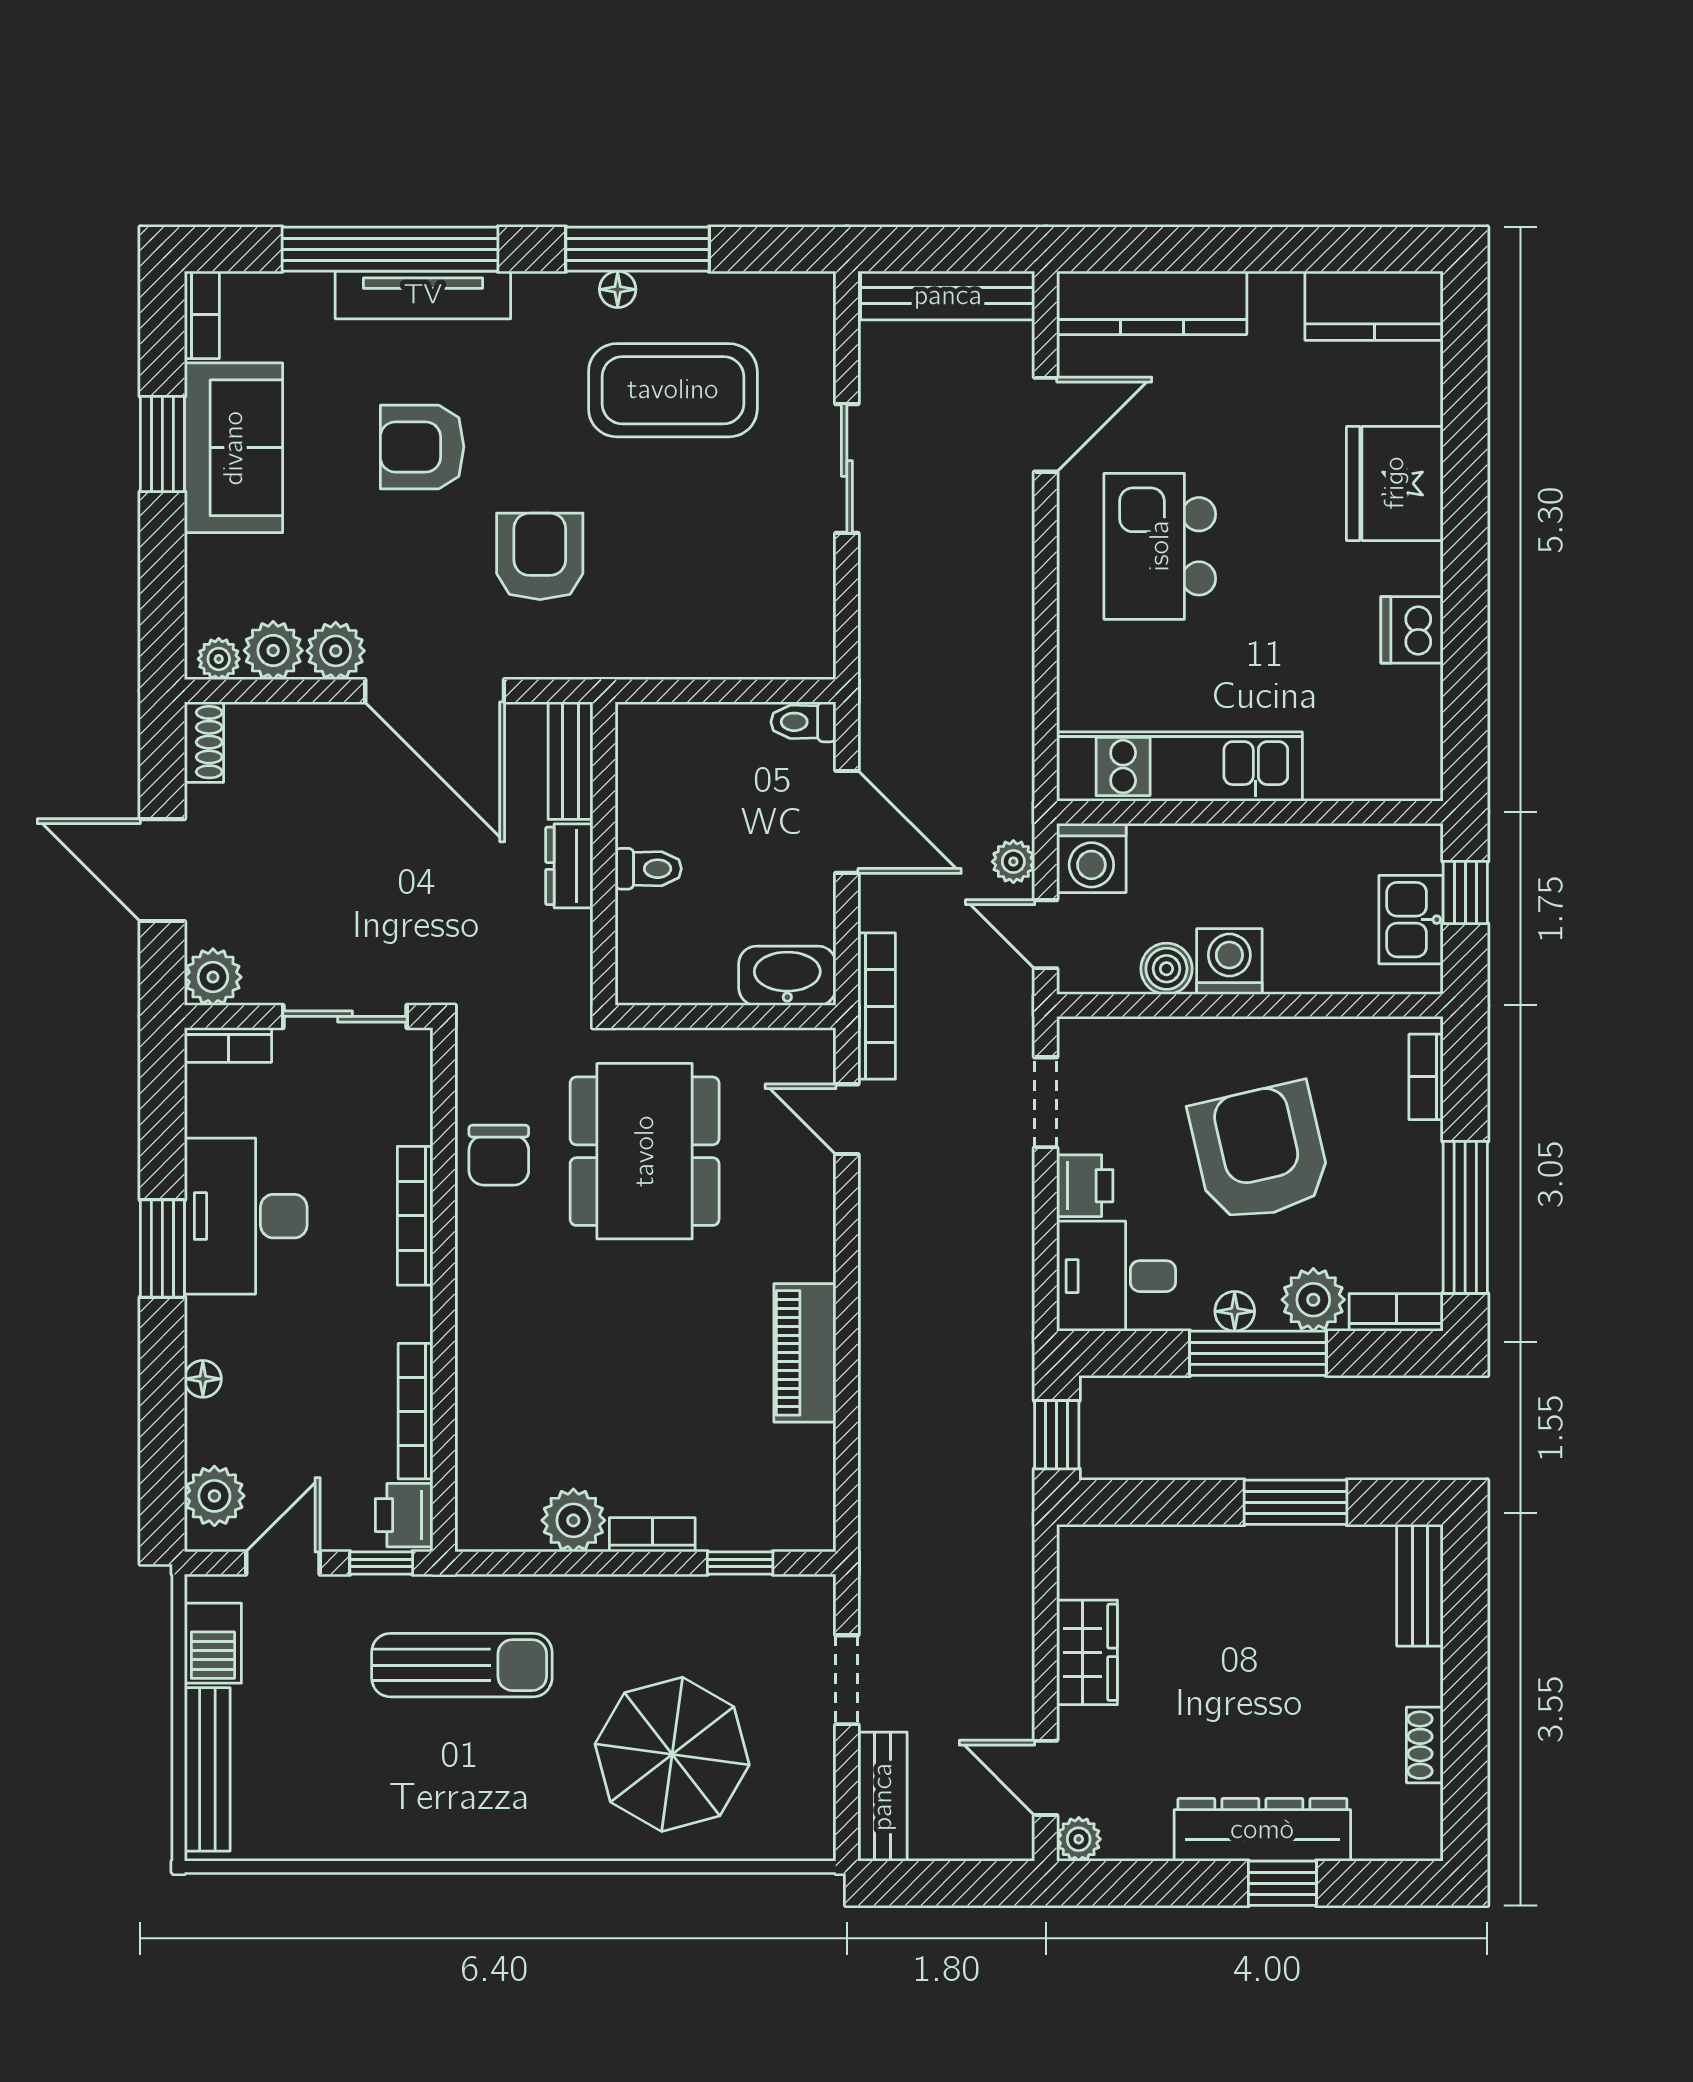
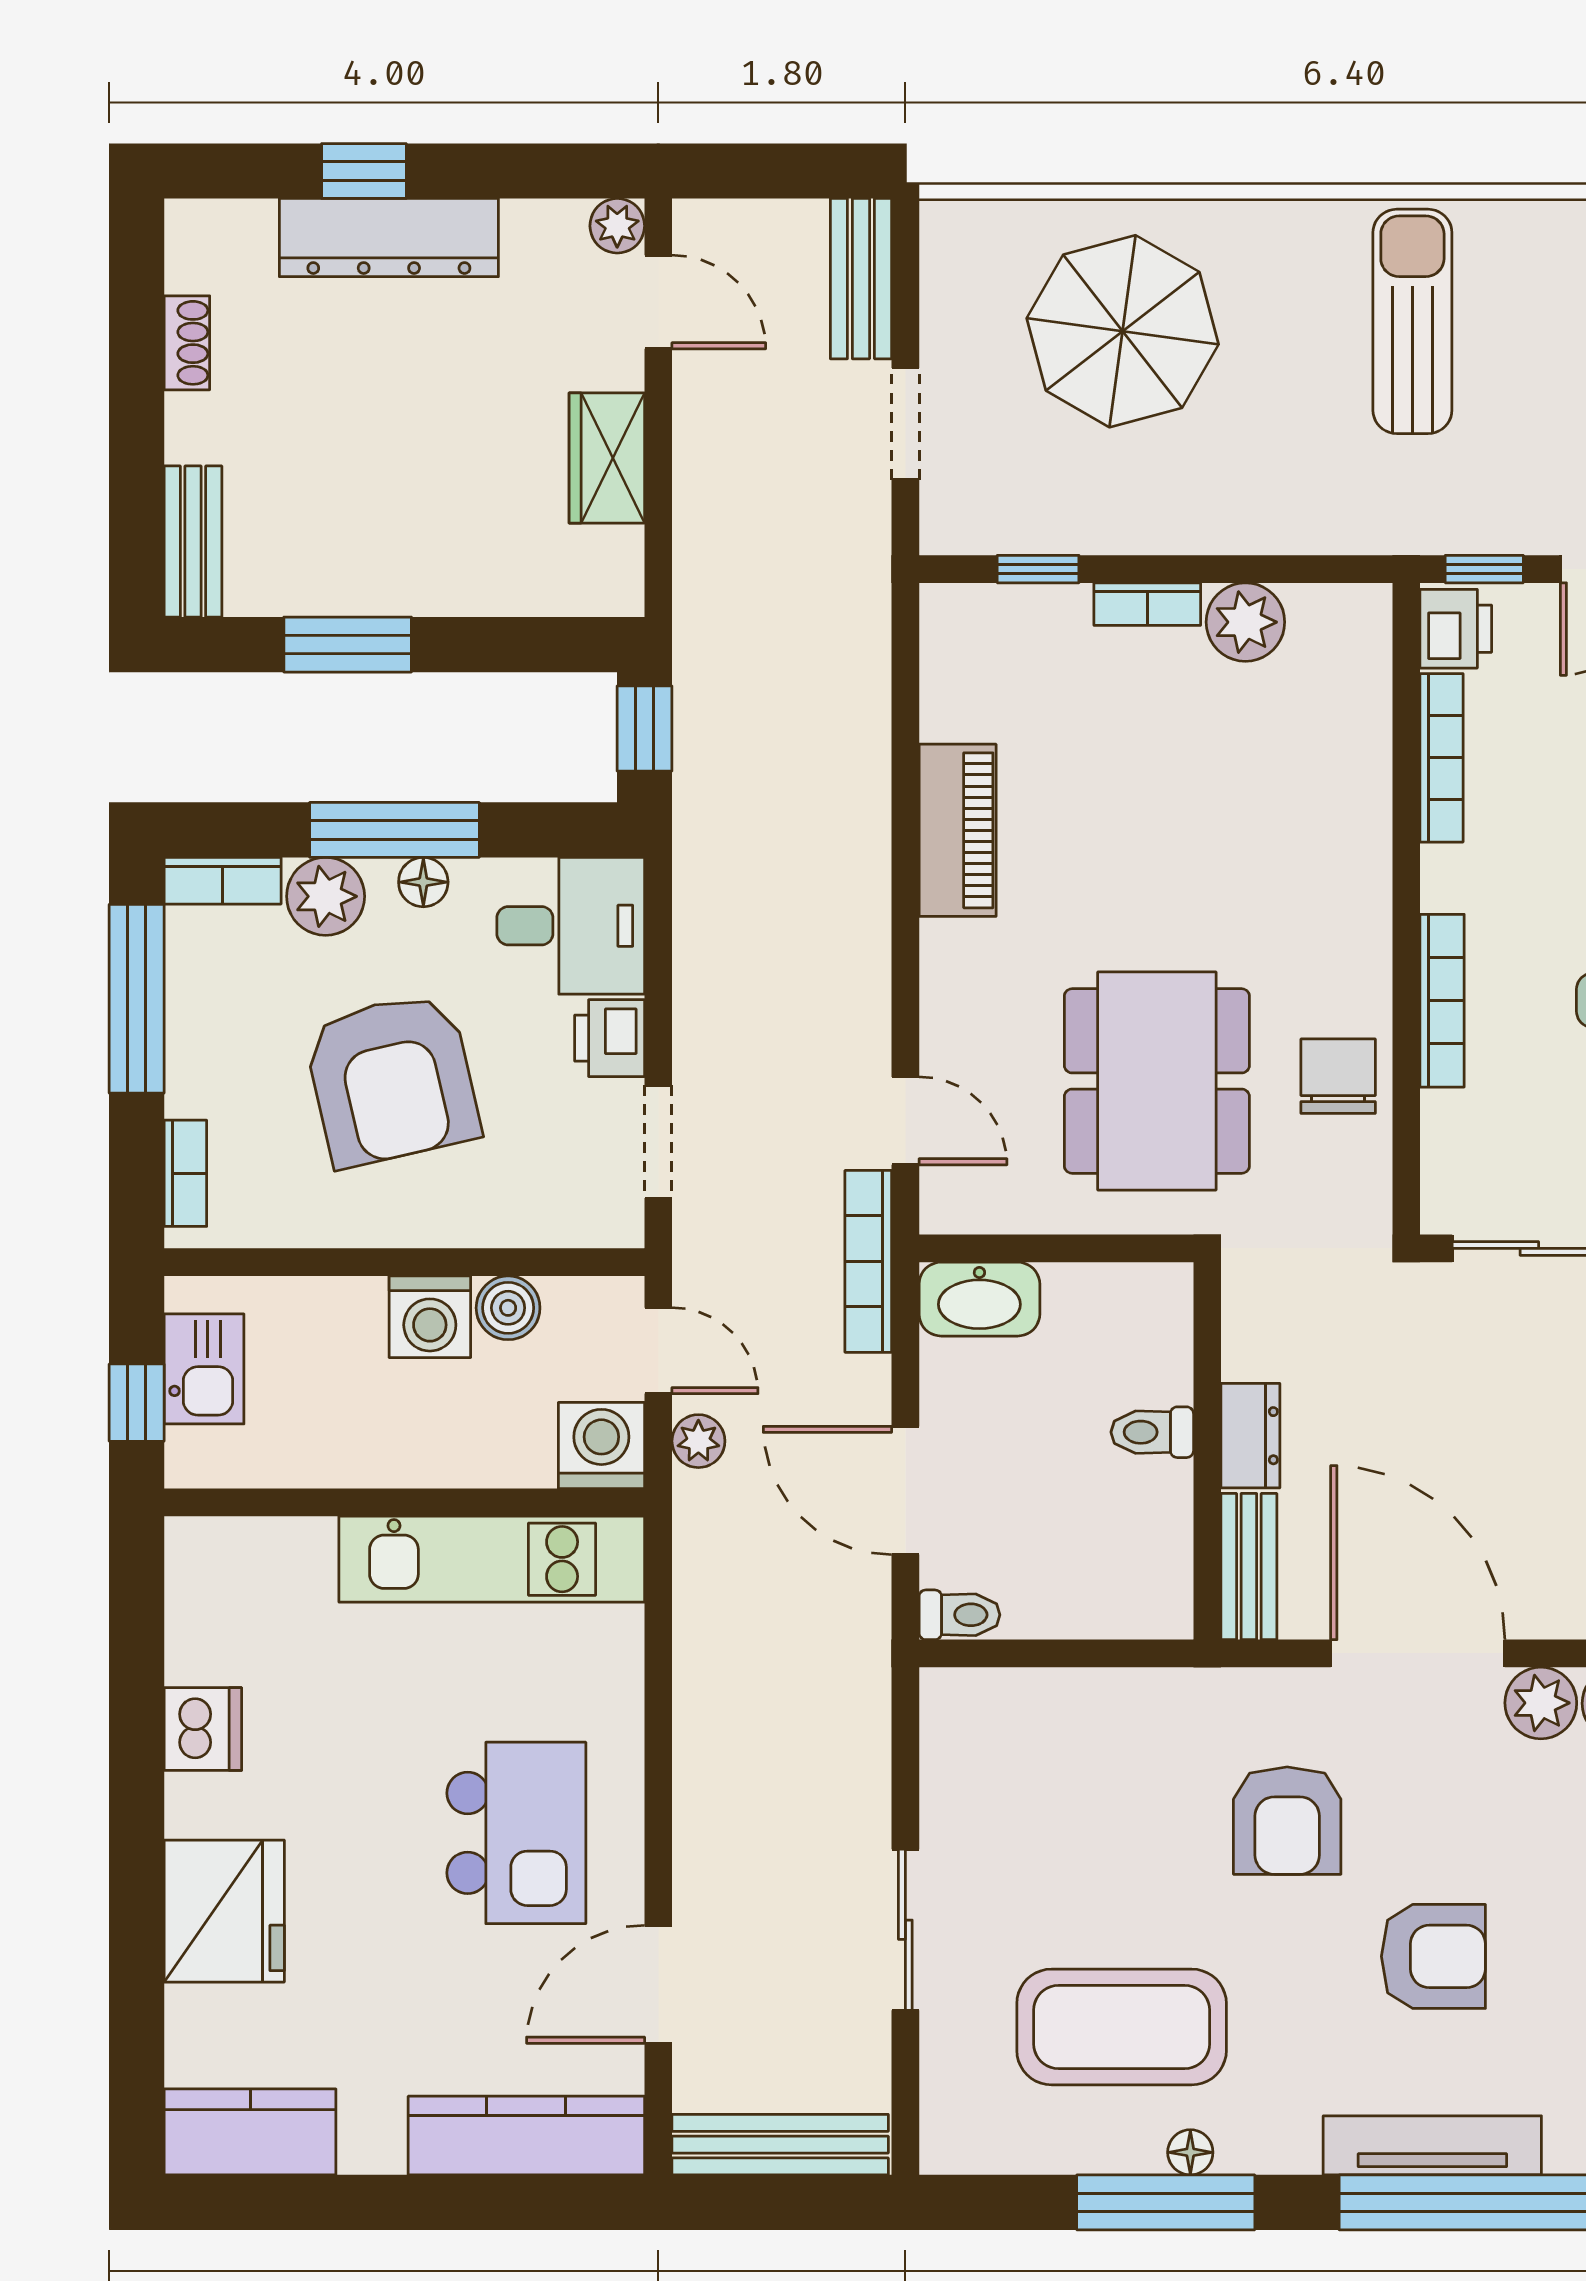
sun lounger: (462, 1665) -> (1412, 321), moved, turned 90

